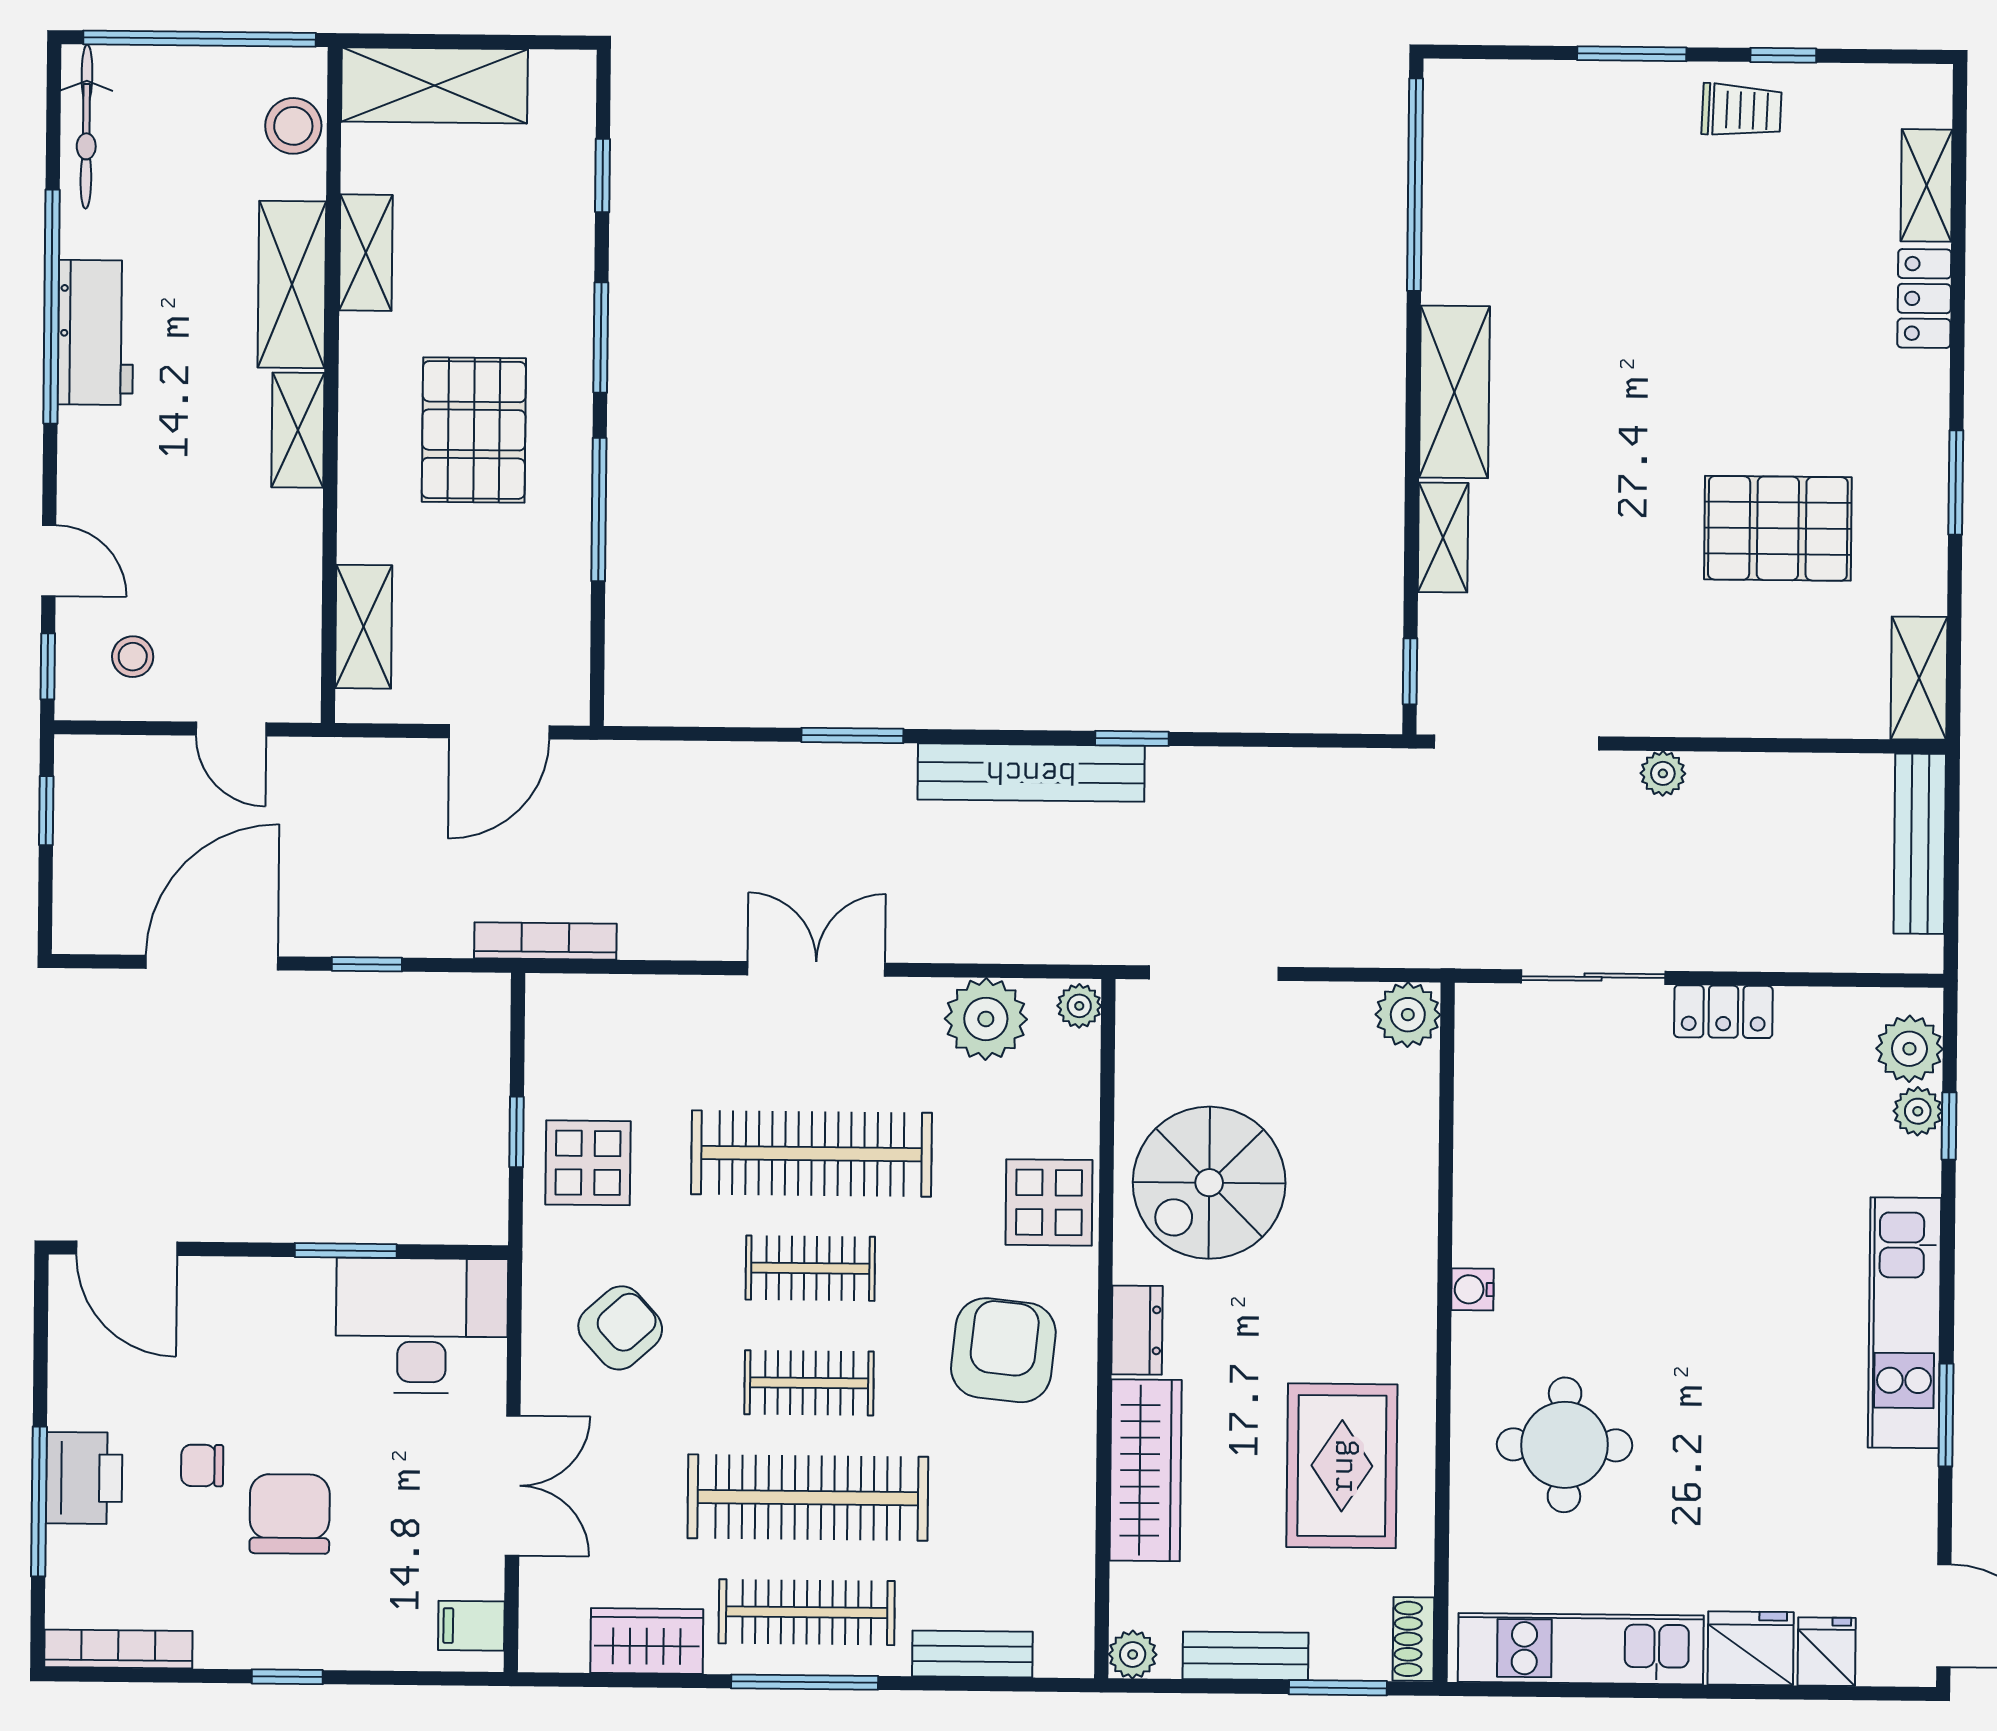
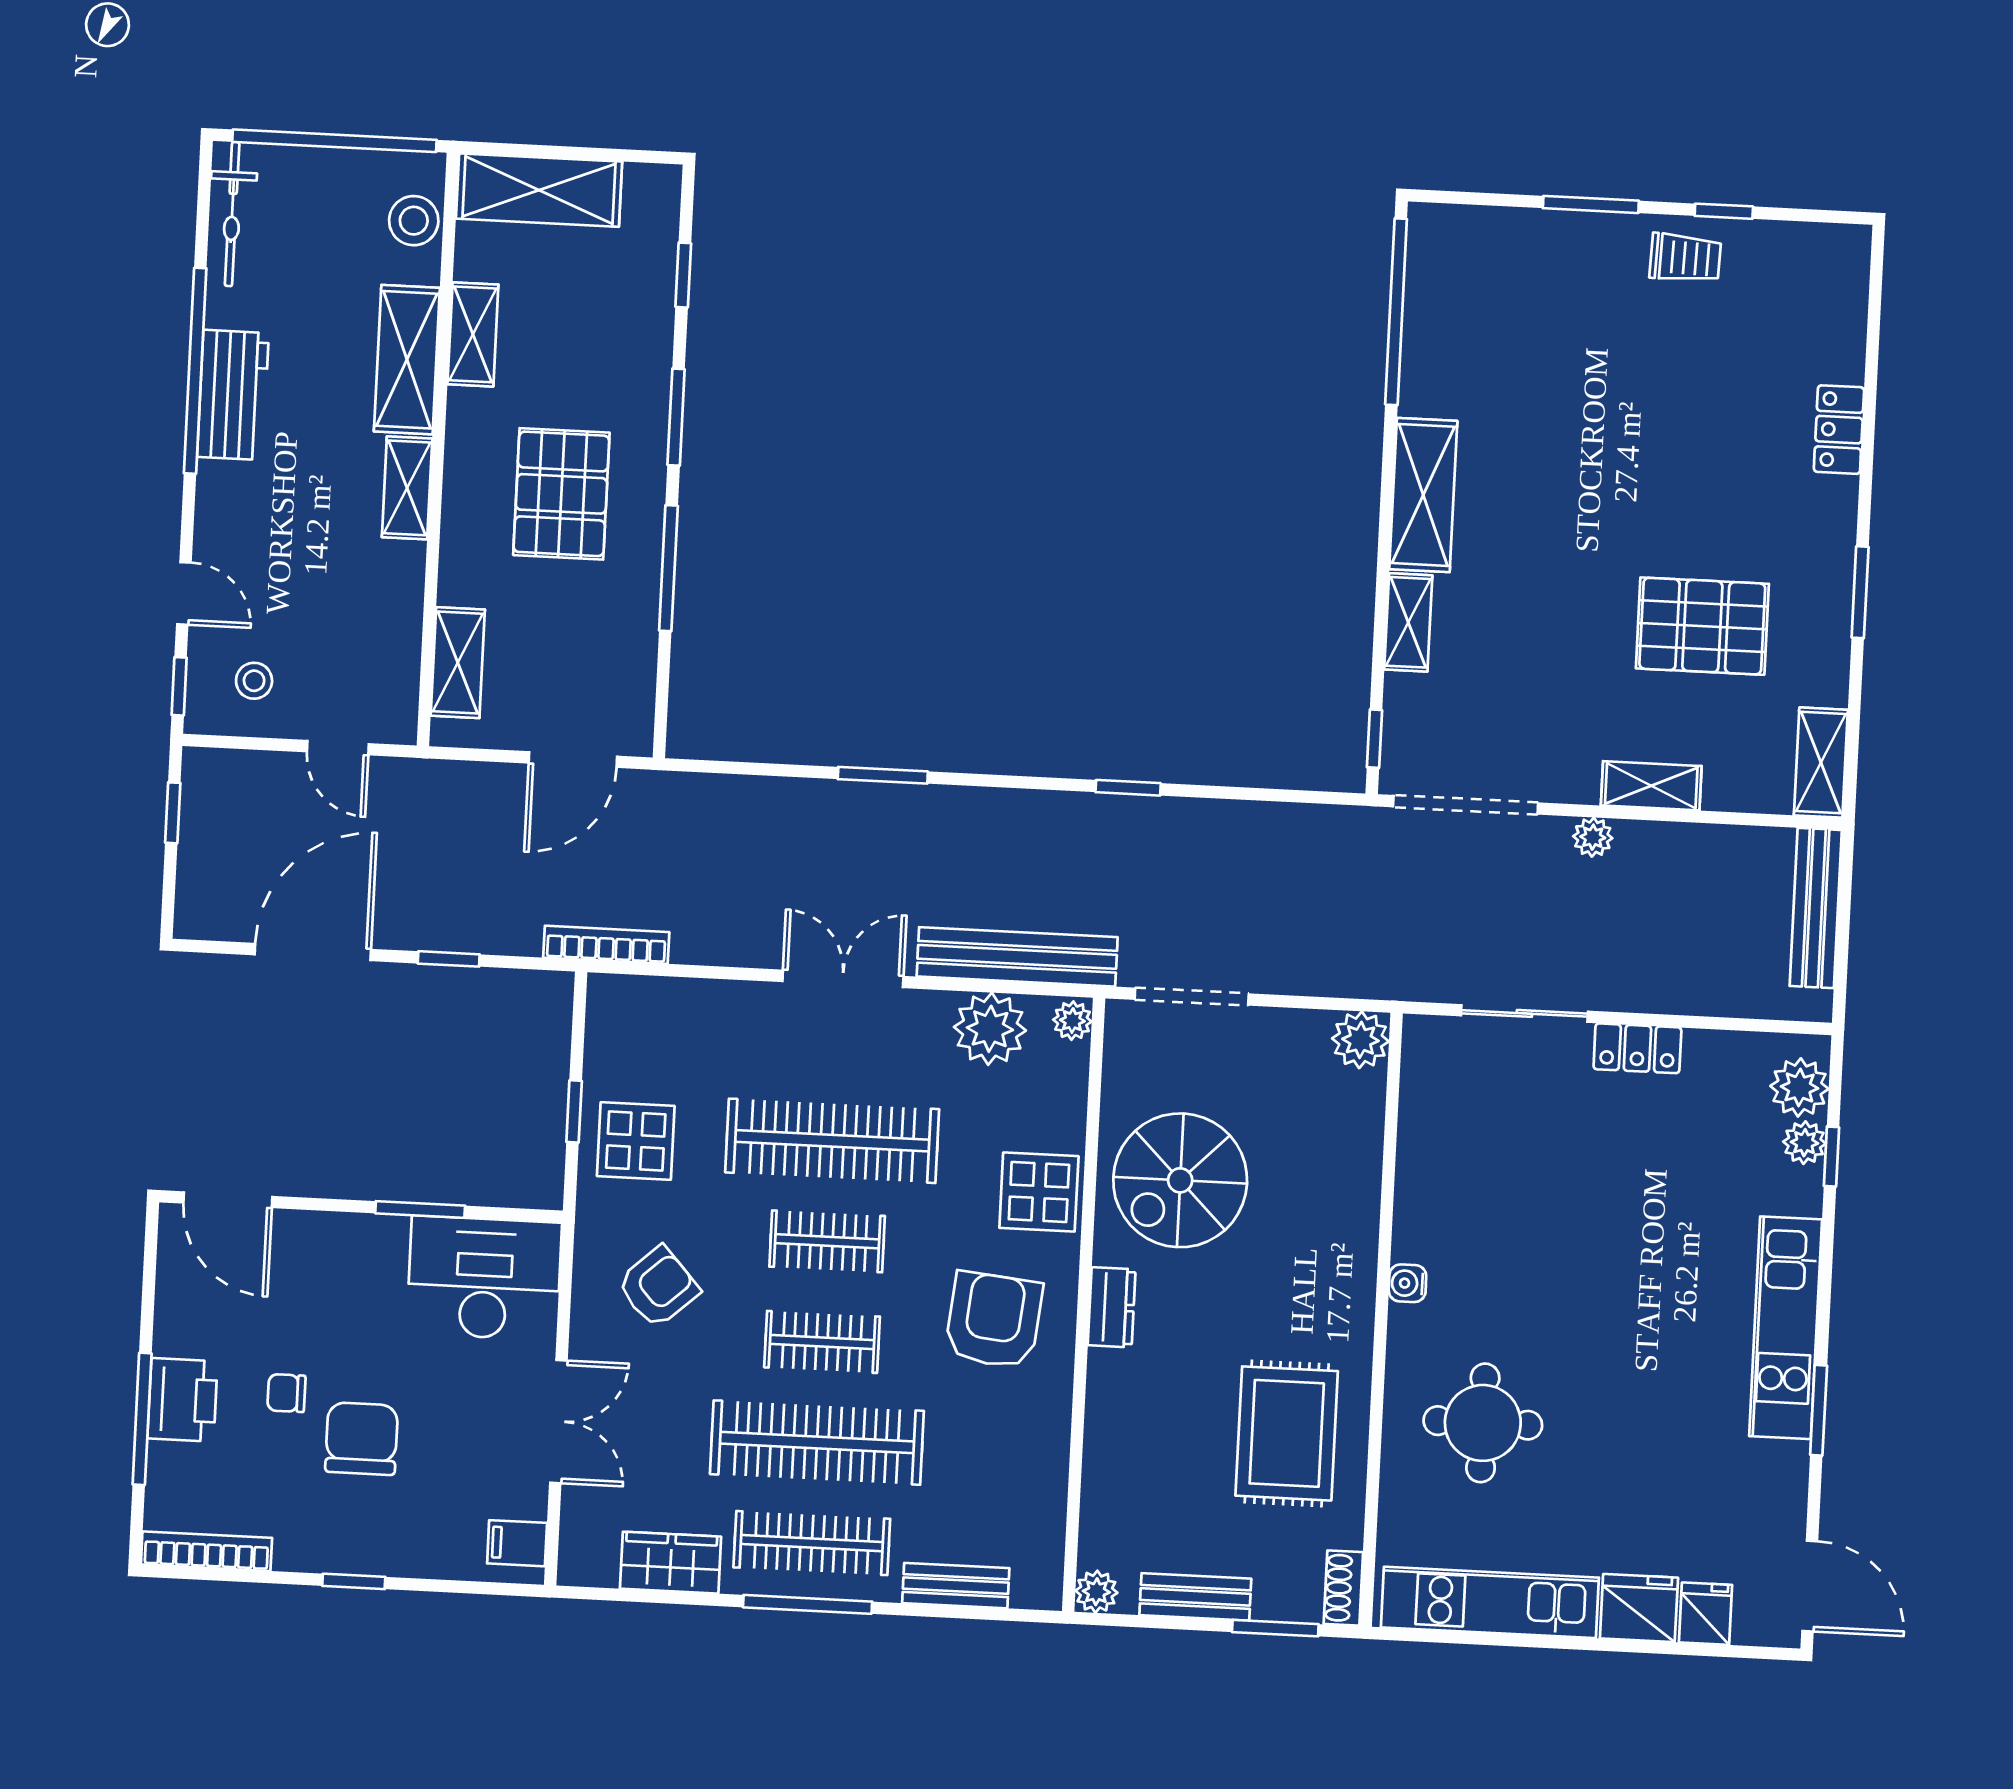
shelving: (1927, 185) -> (1651, 786), moved, turned 90
bench: (1031, 773) -> (1017, 957), moved
wardrobe: (1146, 1470) -> (1114, 1430), removed

